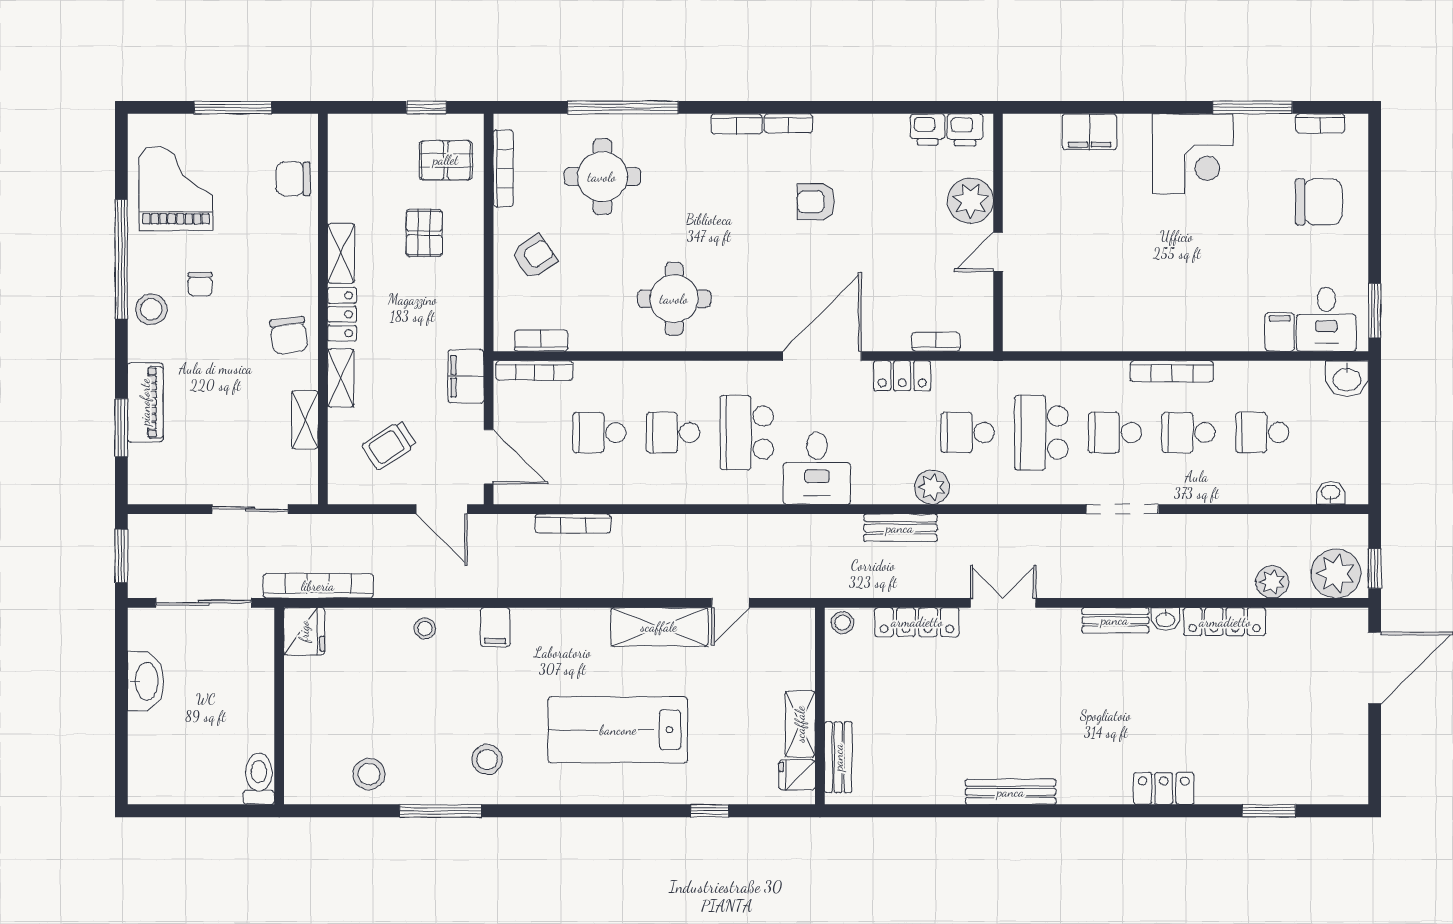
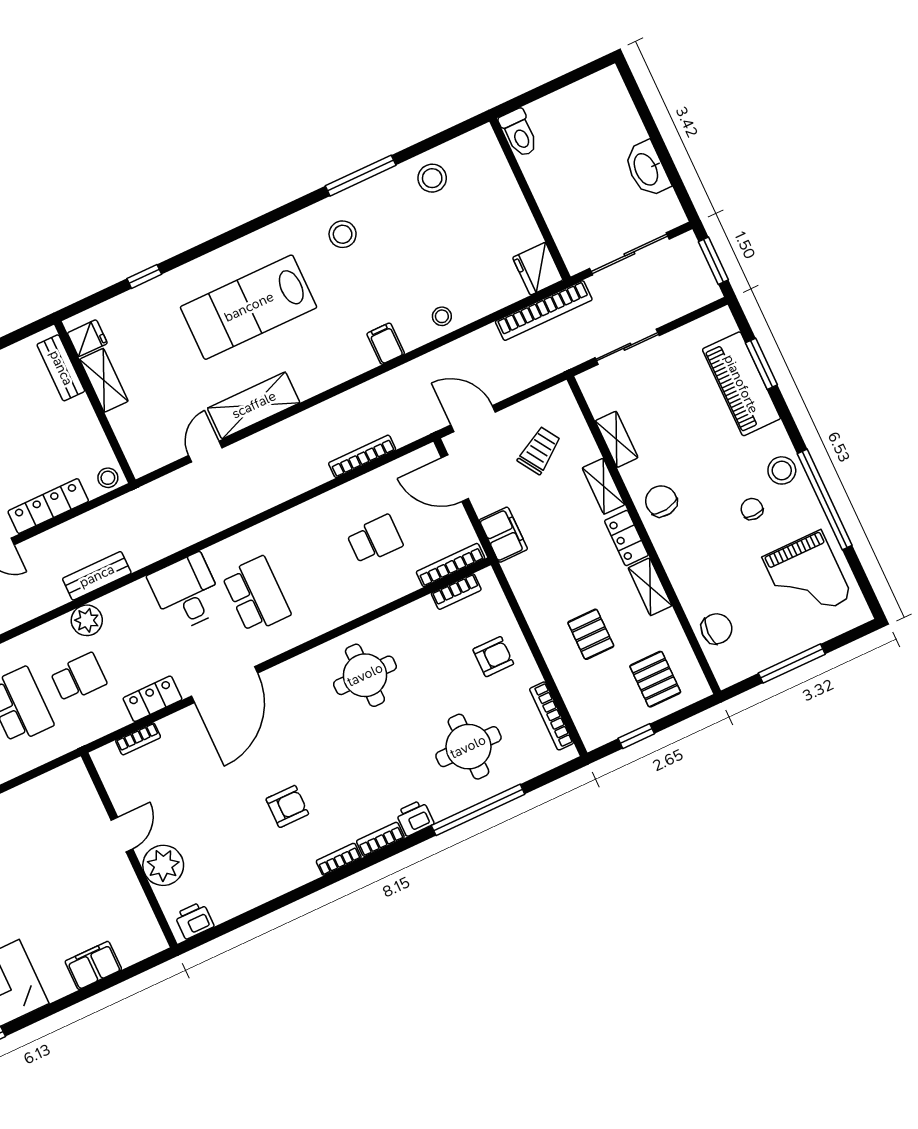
printer: (928, 129) -> (415, 818), moved
pallet: (446, 160) -> (655, 679), moved, turned 90
armchair: (534, 257) -> (493, 657), turned -146
piano: (145, 402) -> (741, 384), width x1.37, depth x1.33
school desk: (673, 433) -> (316, 567), removed
lab bench: (618, 730) -> (249, 307), turned 180

